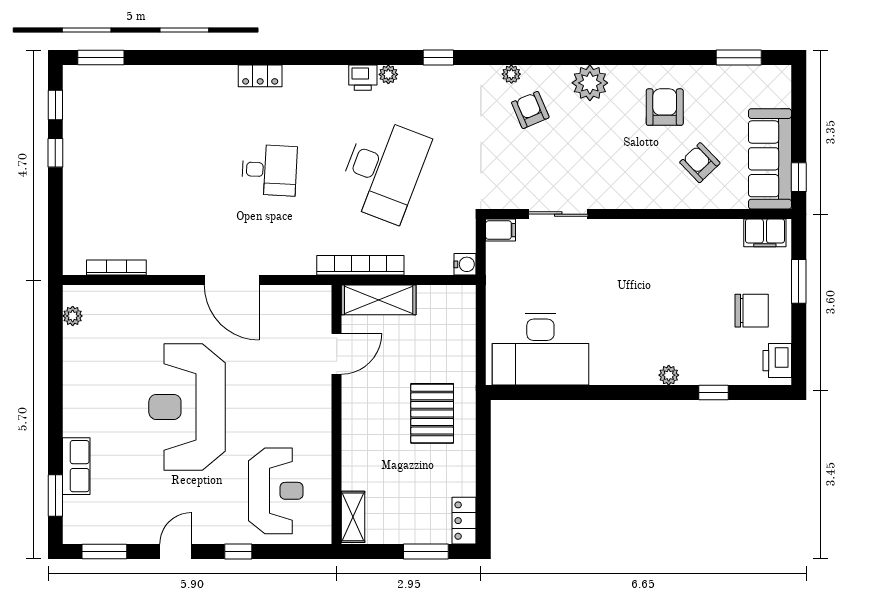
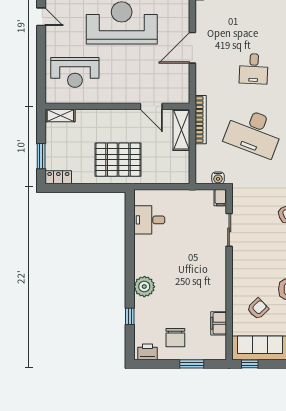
filing cabinet: (765, 233) -> (219, 323), moved
water cooler: (465, 264) -> (218, 178), moved
desk: (540, 349) -> (149, 220), width x0.53, depth x0.77
plant: (669, 375) -> (144, 287), width x1.88, depth x1.88
pallet: (432, 413) -> (118, 160), width x1.37, depth x1.41
window: (238, 551) -> (41, 51), removed

